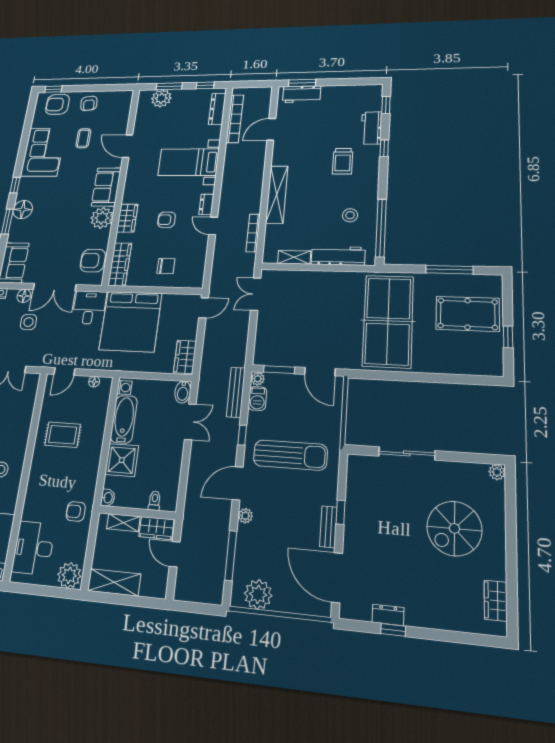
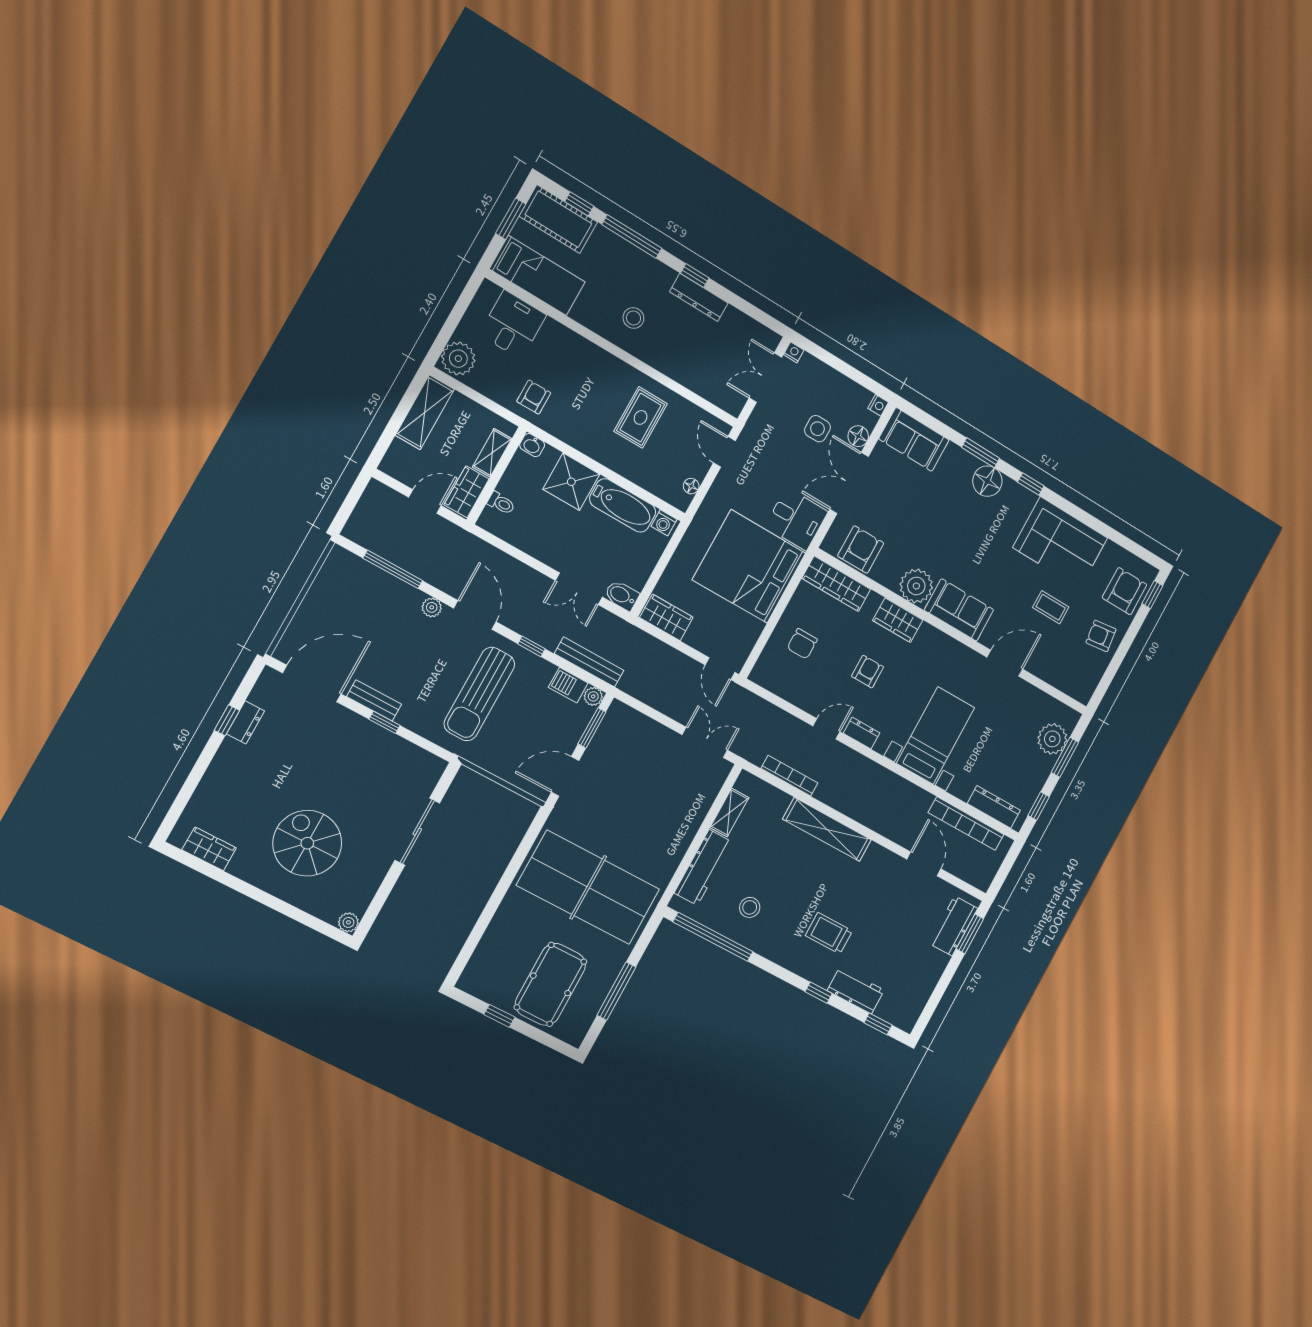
desk: (33, 548) -> (513, 325), width x0.73
plant: (258, 594) -> (333, 583), removed

